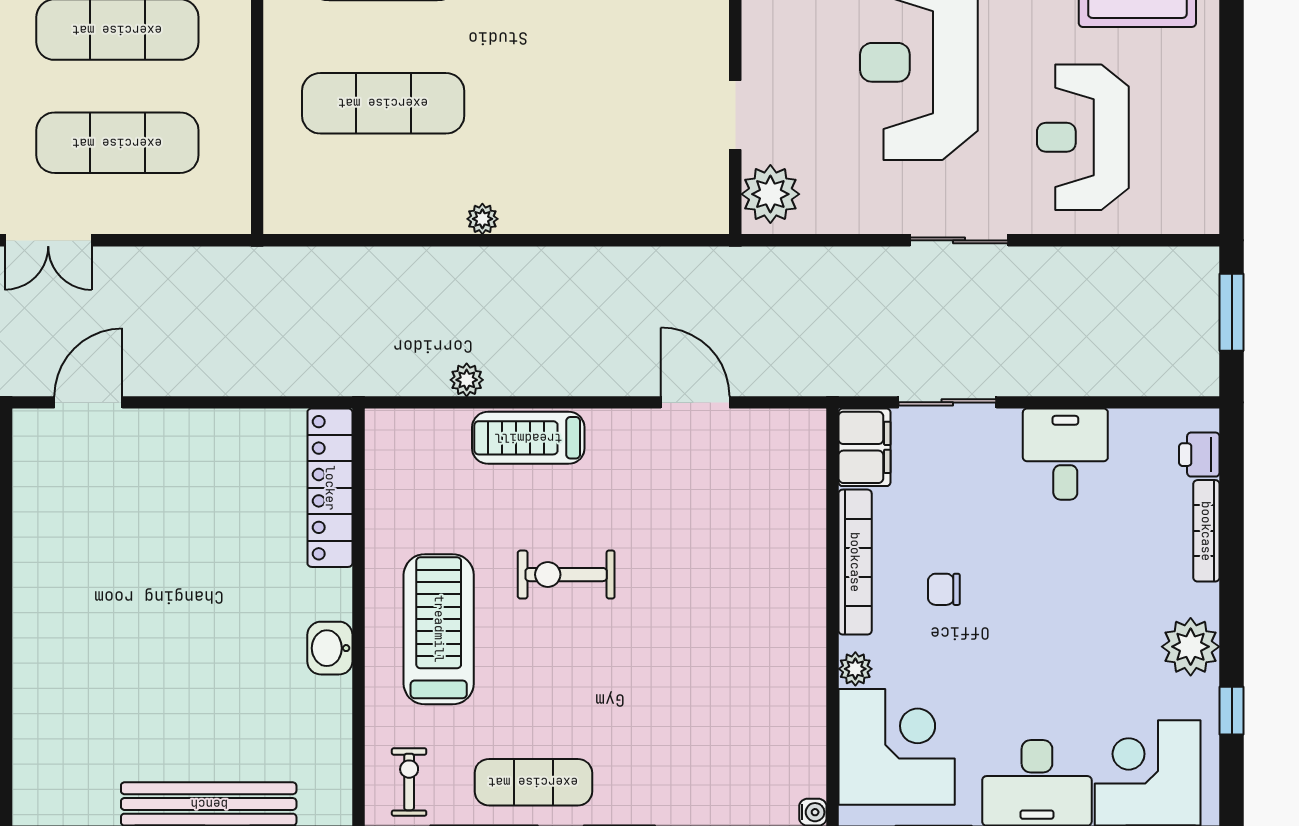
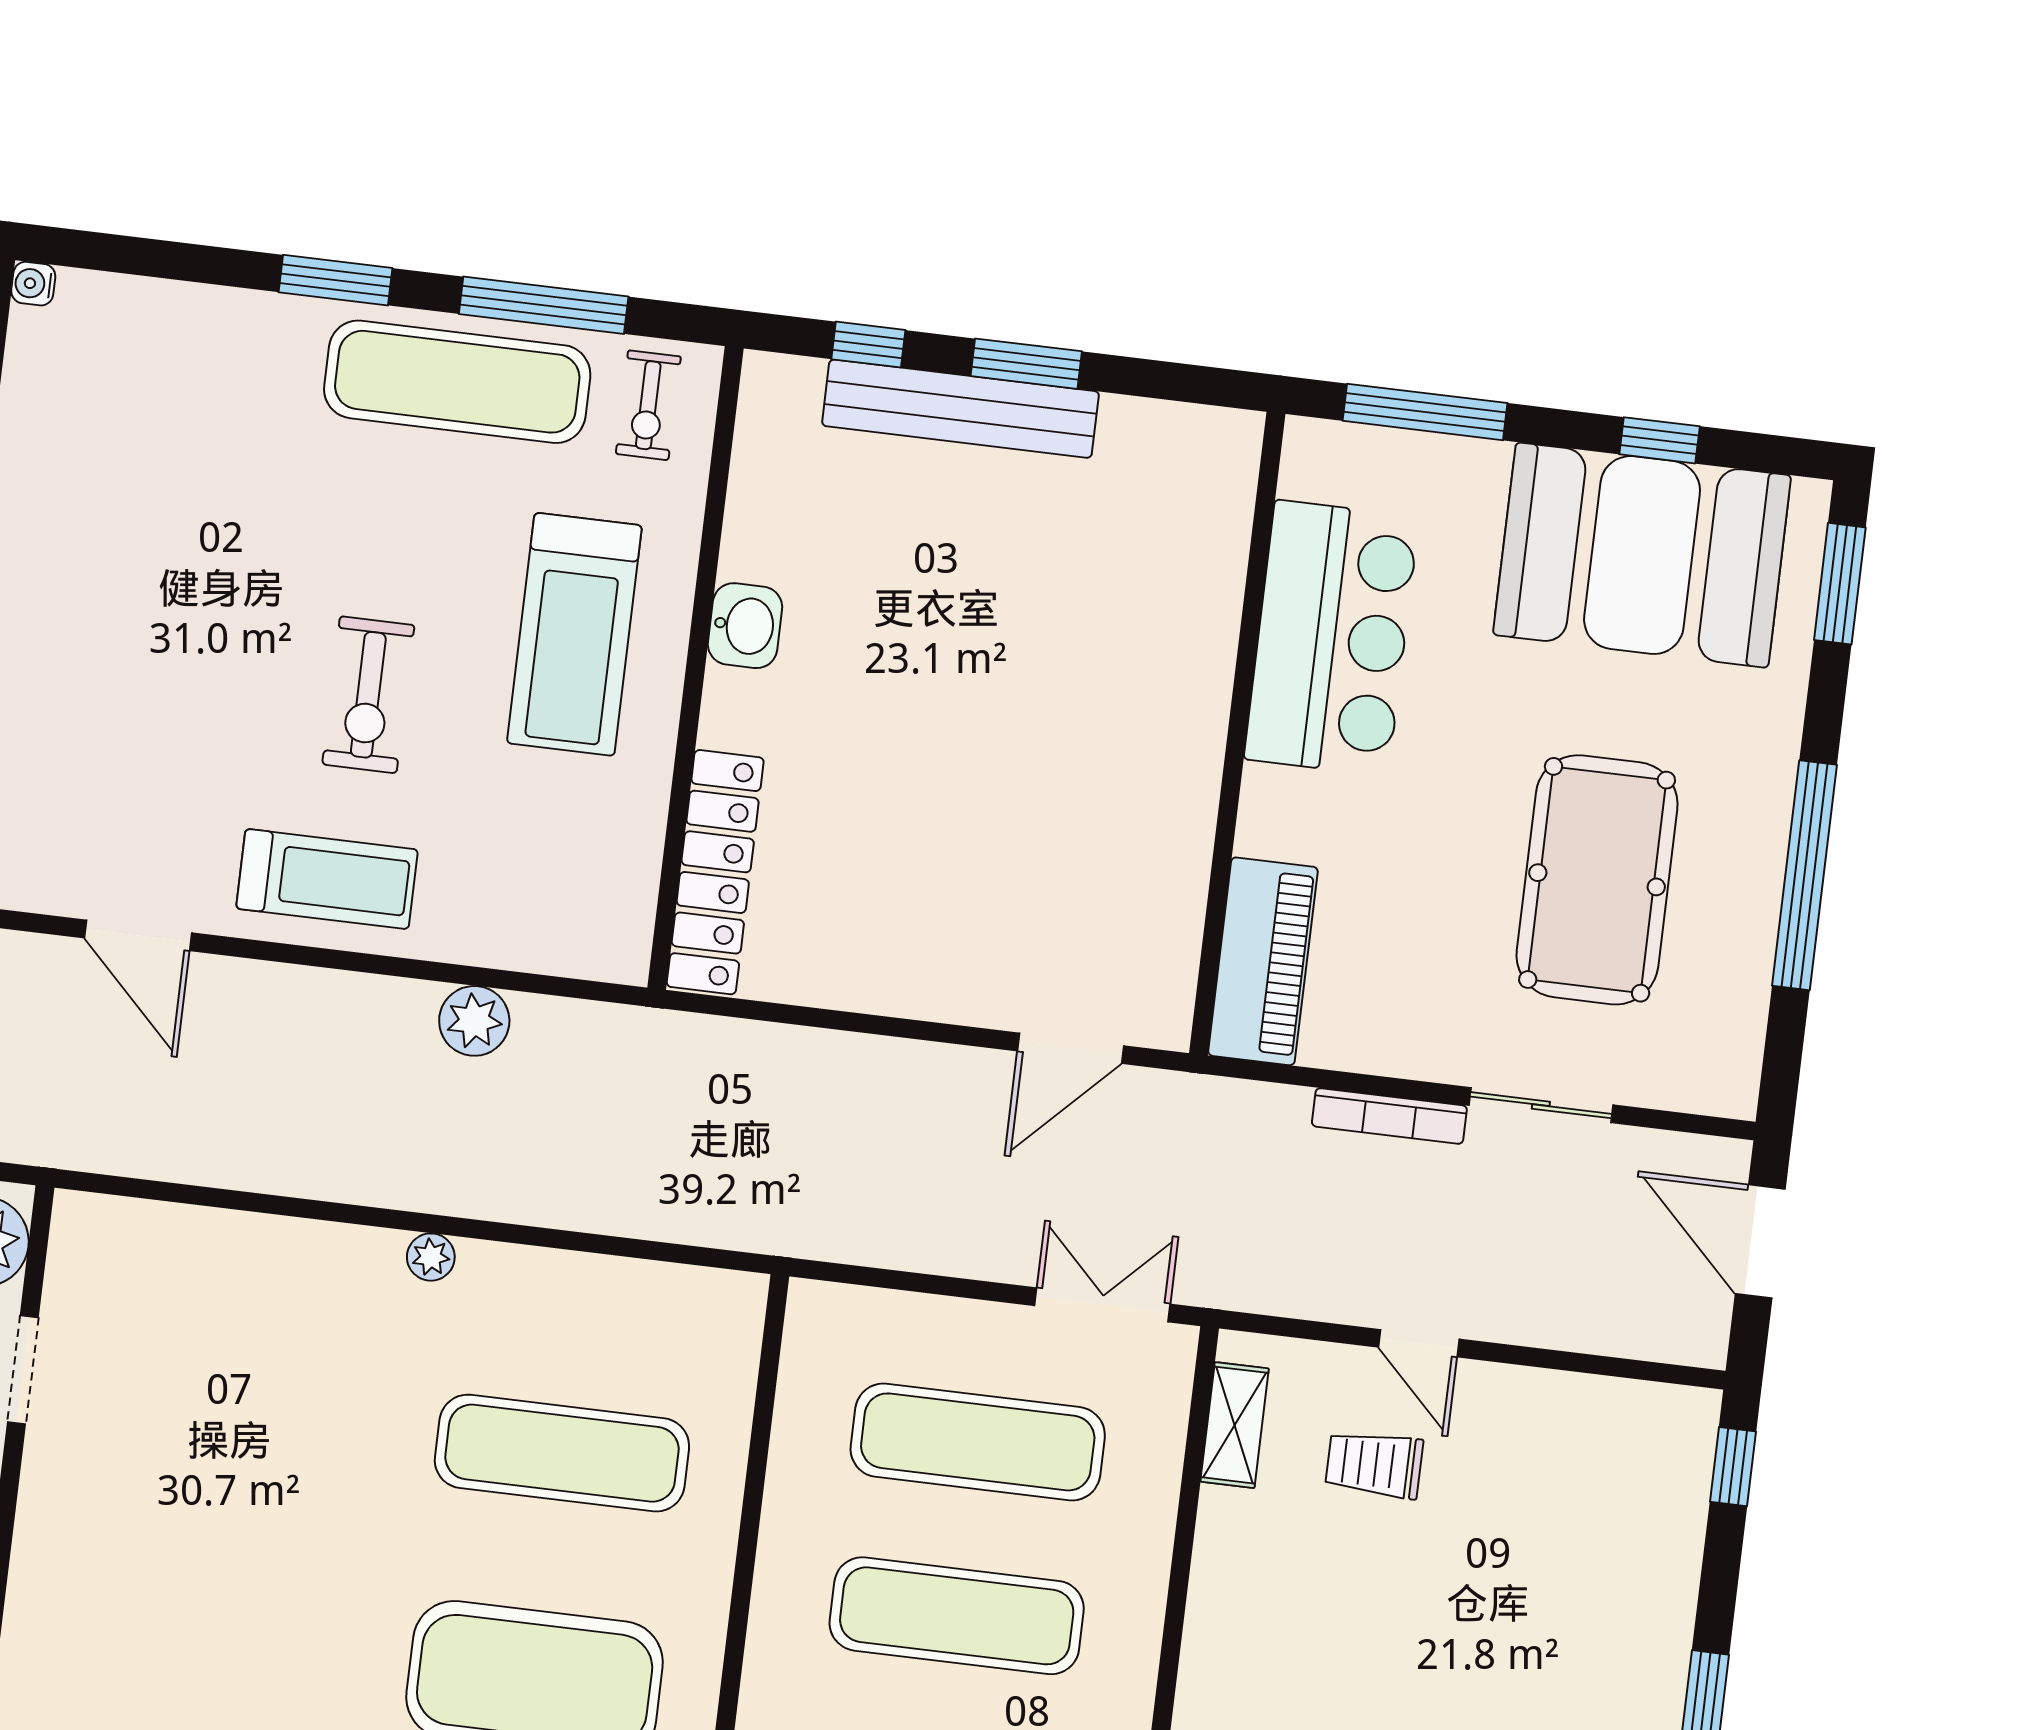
plant: (467, 380) -> (474, 1021), width x1.38, depth x1.38
treadmill: (528, 438) -> (327, 879), moved
exercise bike: (566, 575) -> (368, 695), turned 90
exercise mat: (533, 782) -> (457, 382), width x1.36, depth x1.45

